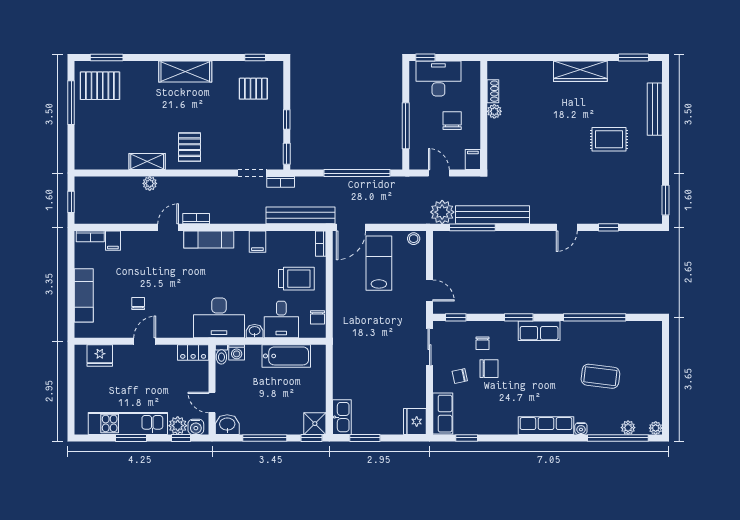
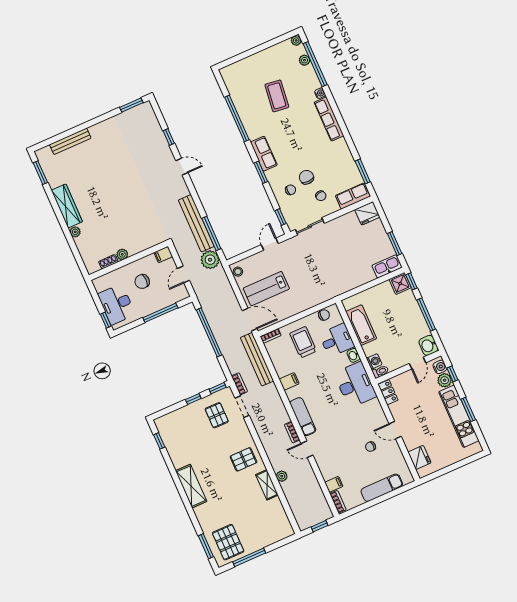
plant: (546, 68) -> (75, 232), added
pallet: (253, 89) -> (217, 415), moved
rug: (609, 139) -> (106, 164), removed
window: (467, 438) -> (363, 171), width x1.50

